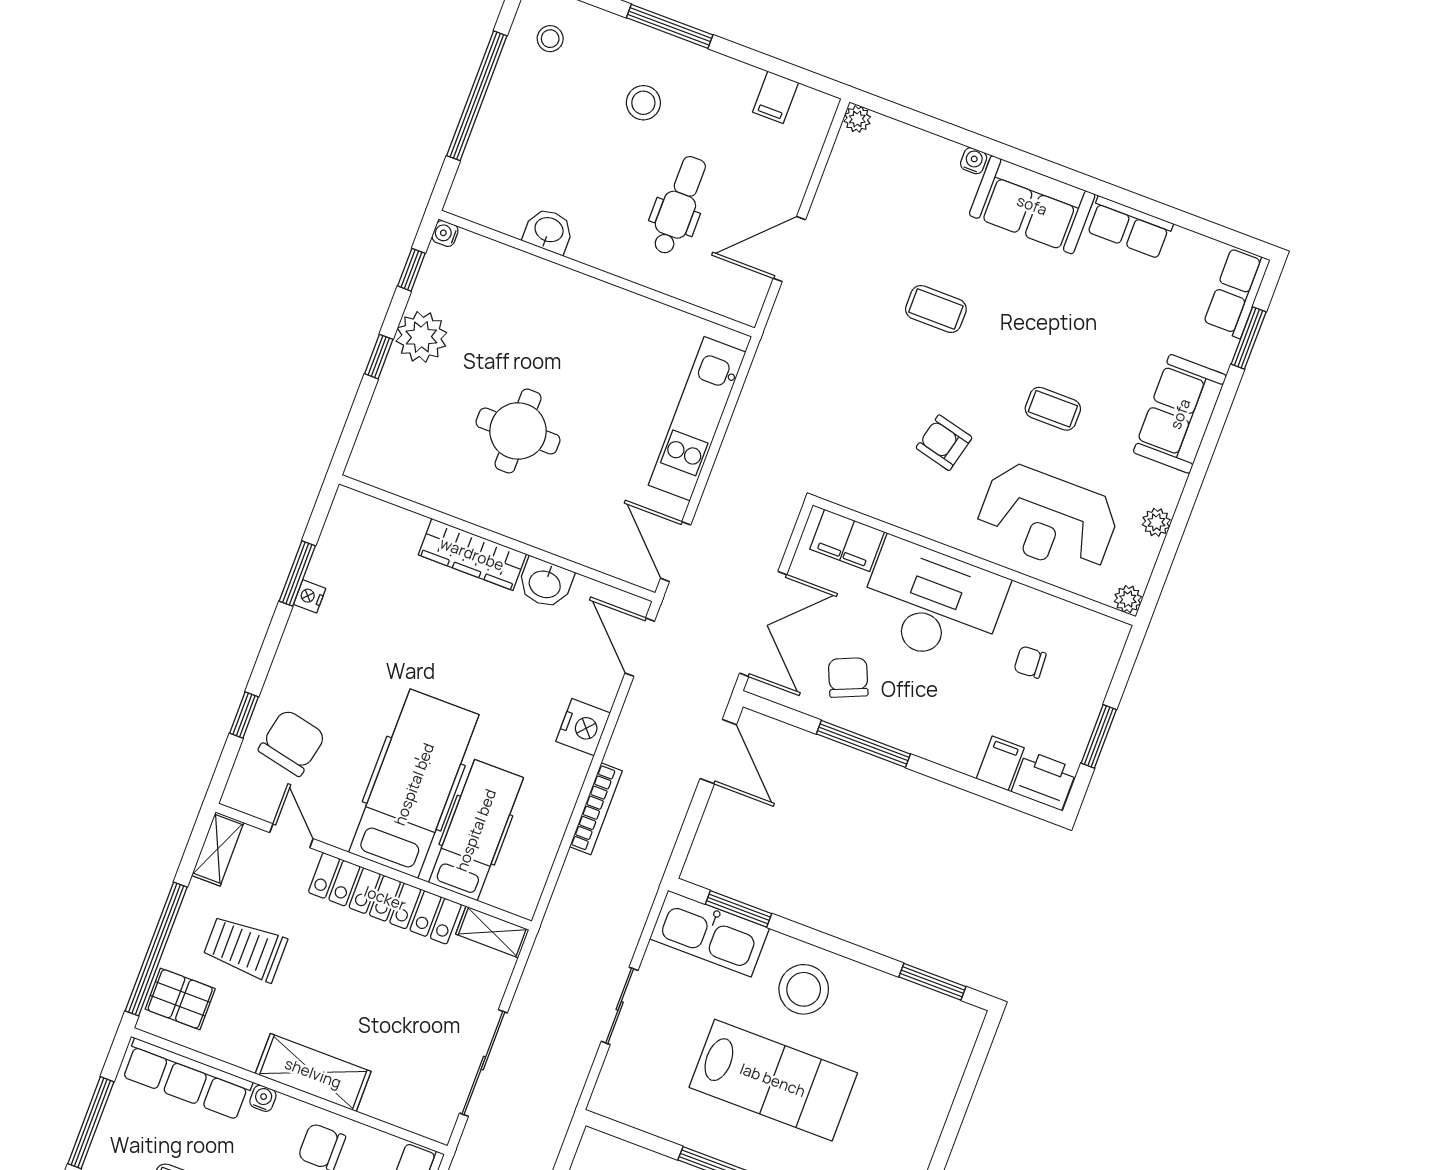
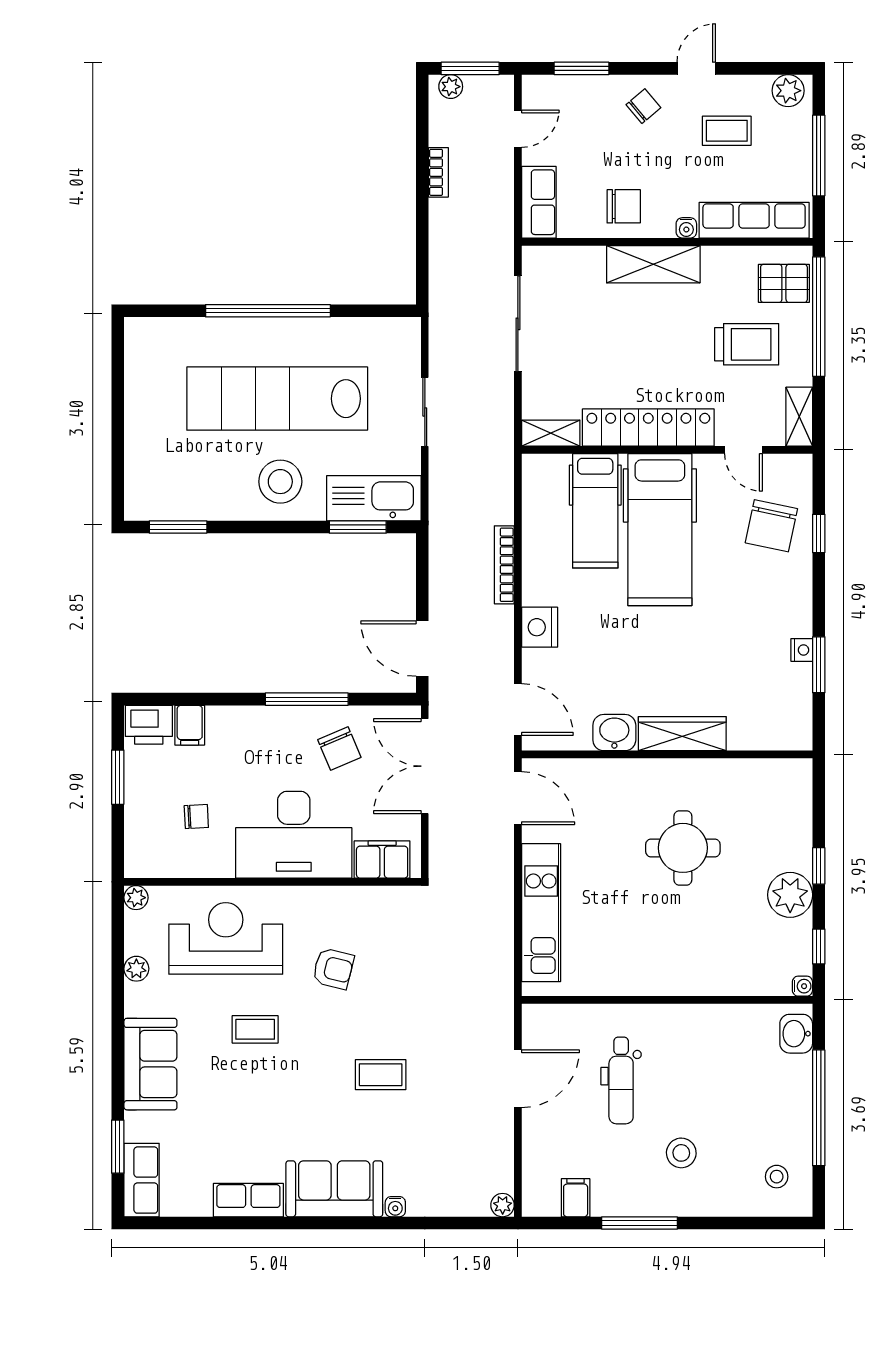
window: (670, 26) -> (639, 1223), moved
washbasin: (549, 231) -> (796, 1034), moved, turned 90
lab bench: (773, 1080) -> (277, 399), width x1.36

